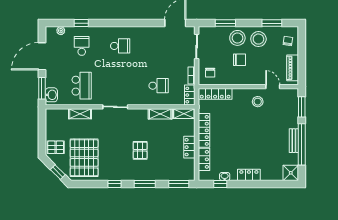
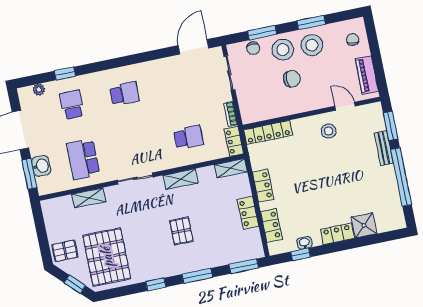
window: (272, 23) -> (311, 22), moved
chair: (210, 73) -> (253, 48), moved
school desk: (82, 86) -> (83, 159), turned 180
washbasin: (51, 95) -> (41, 166), moved
shelving: (160, 114) -> (181, 179), moved
locker: (204, 130) -> (263, 186), width x0.66
bench: (294, 141) -> (384, 148), moved
shower: (291, 173) -> (364, 225), moved

